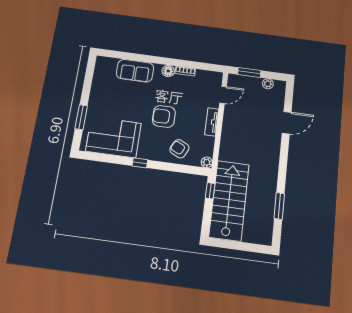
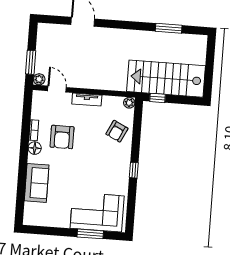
plant: (268, 84) -> (39, 79), moved
armchair: (164, 116) -> (62, 137), moved
corner sofa: (113, 137) -> (97, 212), moved, turned 90

